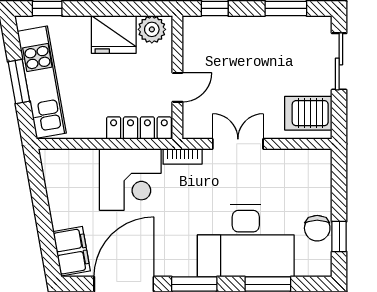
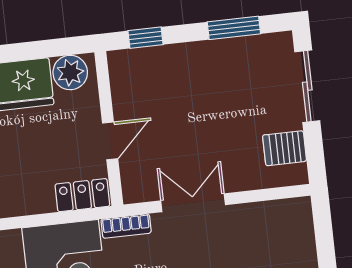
server rack: (308, 113) -> (285, 148), width x0.73, depth x0.70
locker: (139, 128) -> (82, 195), width x0.66

